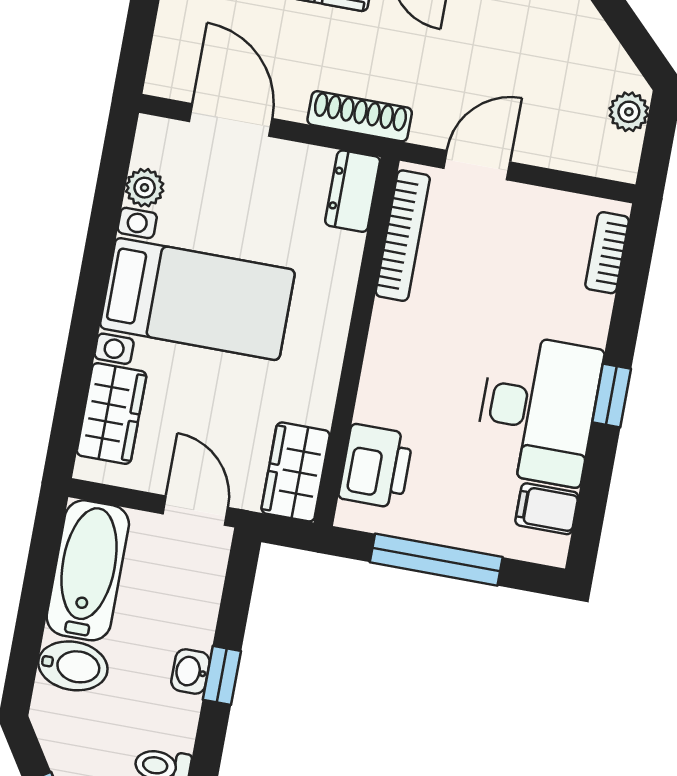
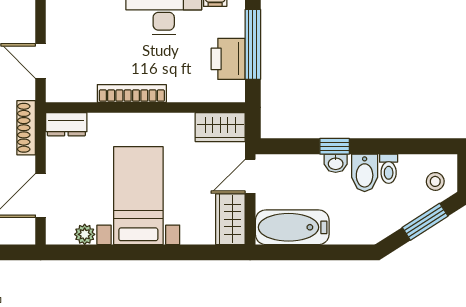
bookcase: (403, 236) -> (132, 93), moved
wardrobe: (112, 413) -> (230, 219), moved, turned -90
printer: (376, 466) -> (228, 59), moved, turned -90
bidet: (73, 666) -> (365, 173), moved, turned 180

